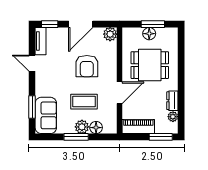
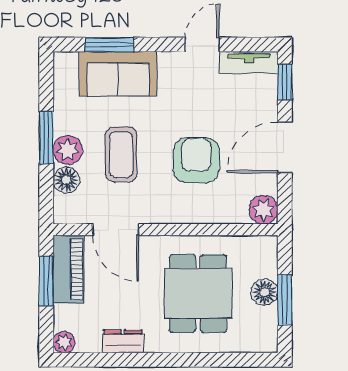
door: (81, 24) -> (285, 147), hinge flipped
armchair: (87, 66) -> (196, 160), turned 91
door: (120, 93) -> (116, 230), moved
sofa: (46, 115) -> (118, 74), moved
plant: (173, 117) -> (64, 342), moved
window: (161, 137) -> (46, 281), moved

